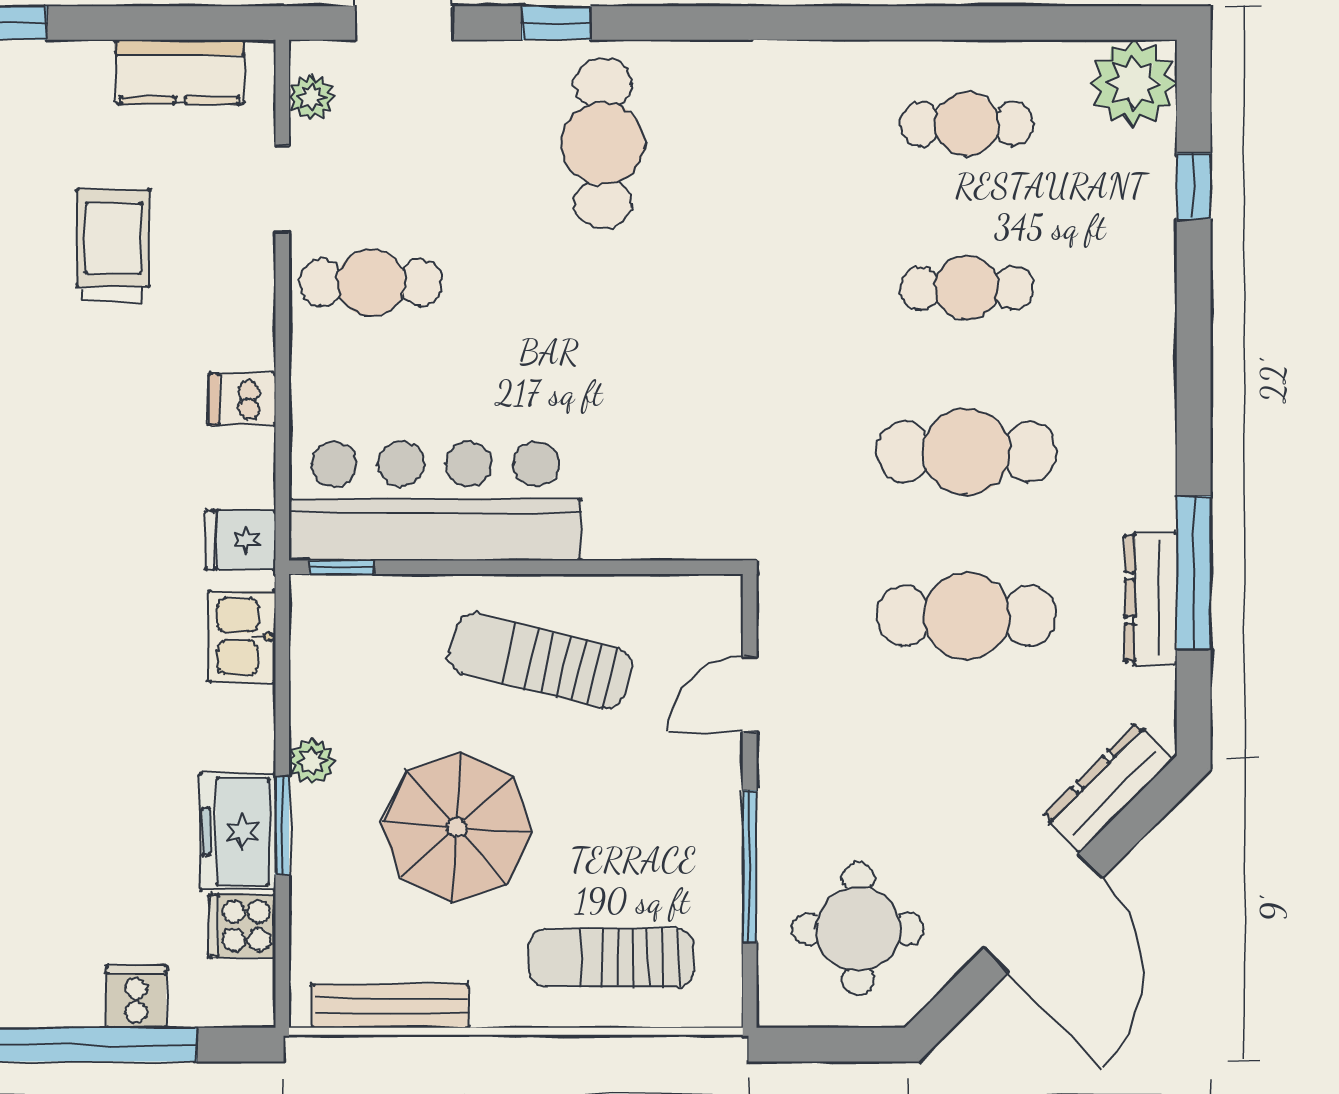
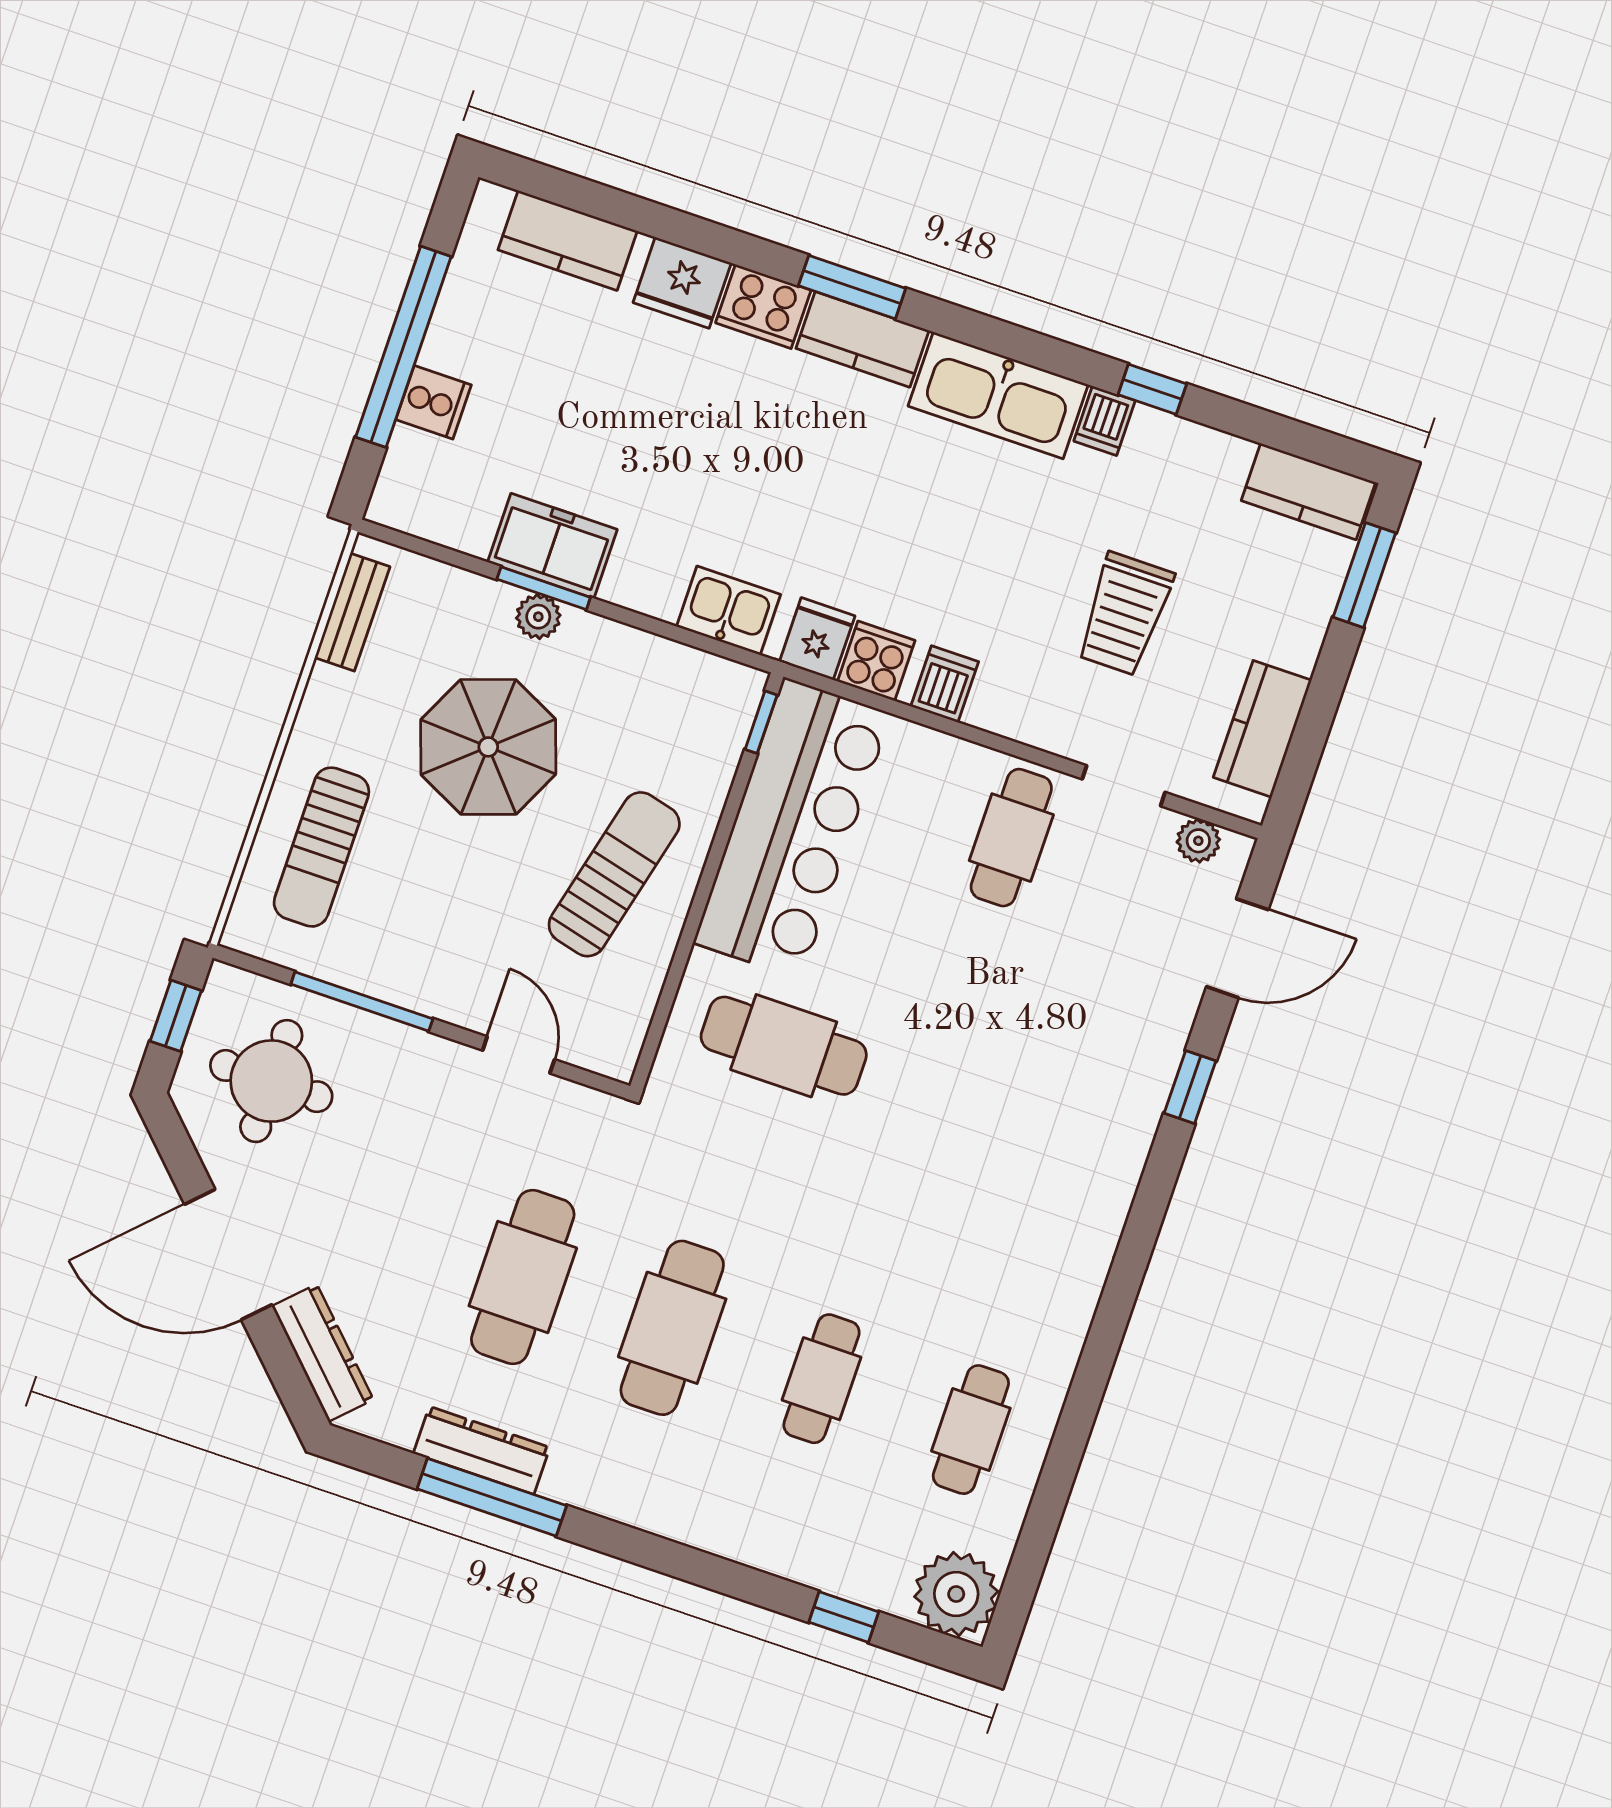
cafe table: (603, 143) -> (784, 1046), moved
trolley: (113, 246) -> (1125, 614), turned 90
plant: (312, 761) -> (538, 617), moved
cooker: (242, 926) -> (876, 661), moved
sun lounger: (611, 958) -> (321, 847), turned 180
bench: (391, 1006) -> (352, 612), width x0.73
window: (826, 1045) -> (176, 1016), added

